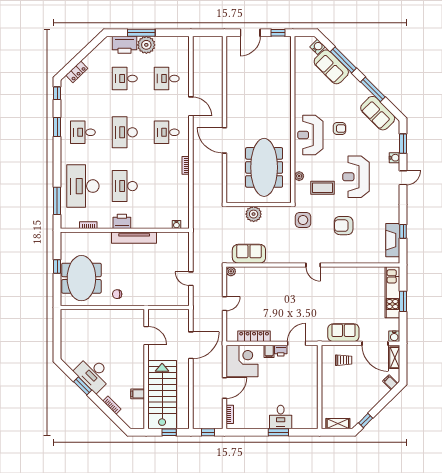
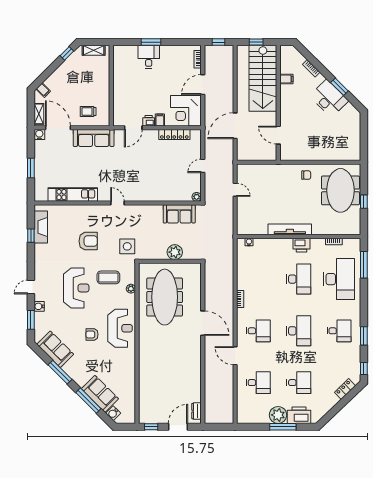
dresser: (231, 49) -> (196, 411), added
kitchen unit: (392, 292) -> (73, 195), moved, turned -90
sofa: (343, 333) -> (94, 138), width x1.36

